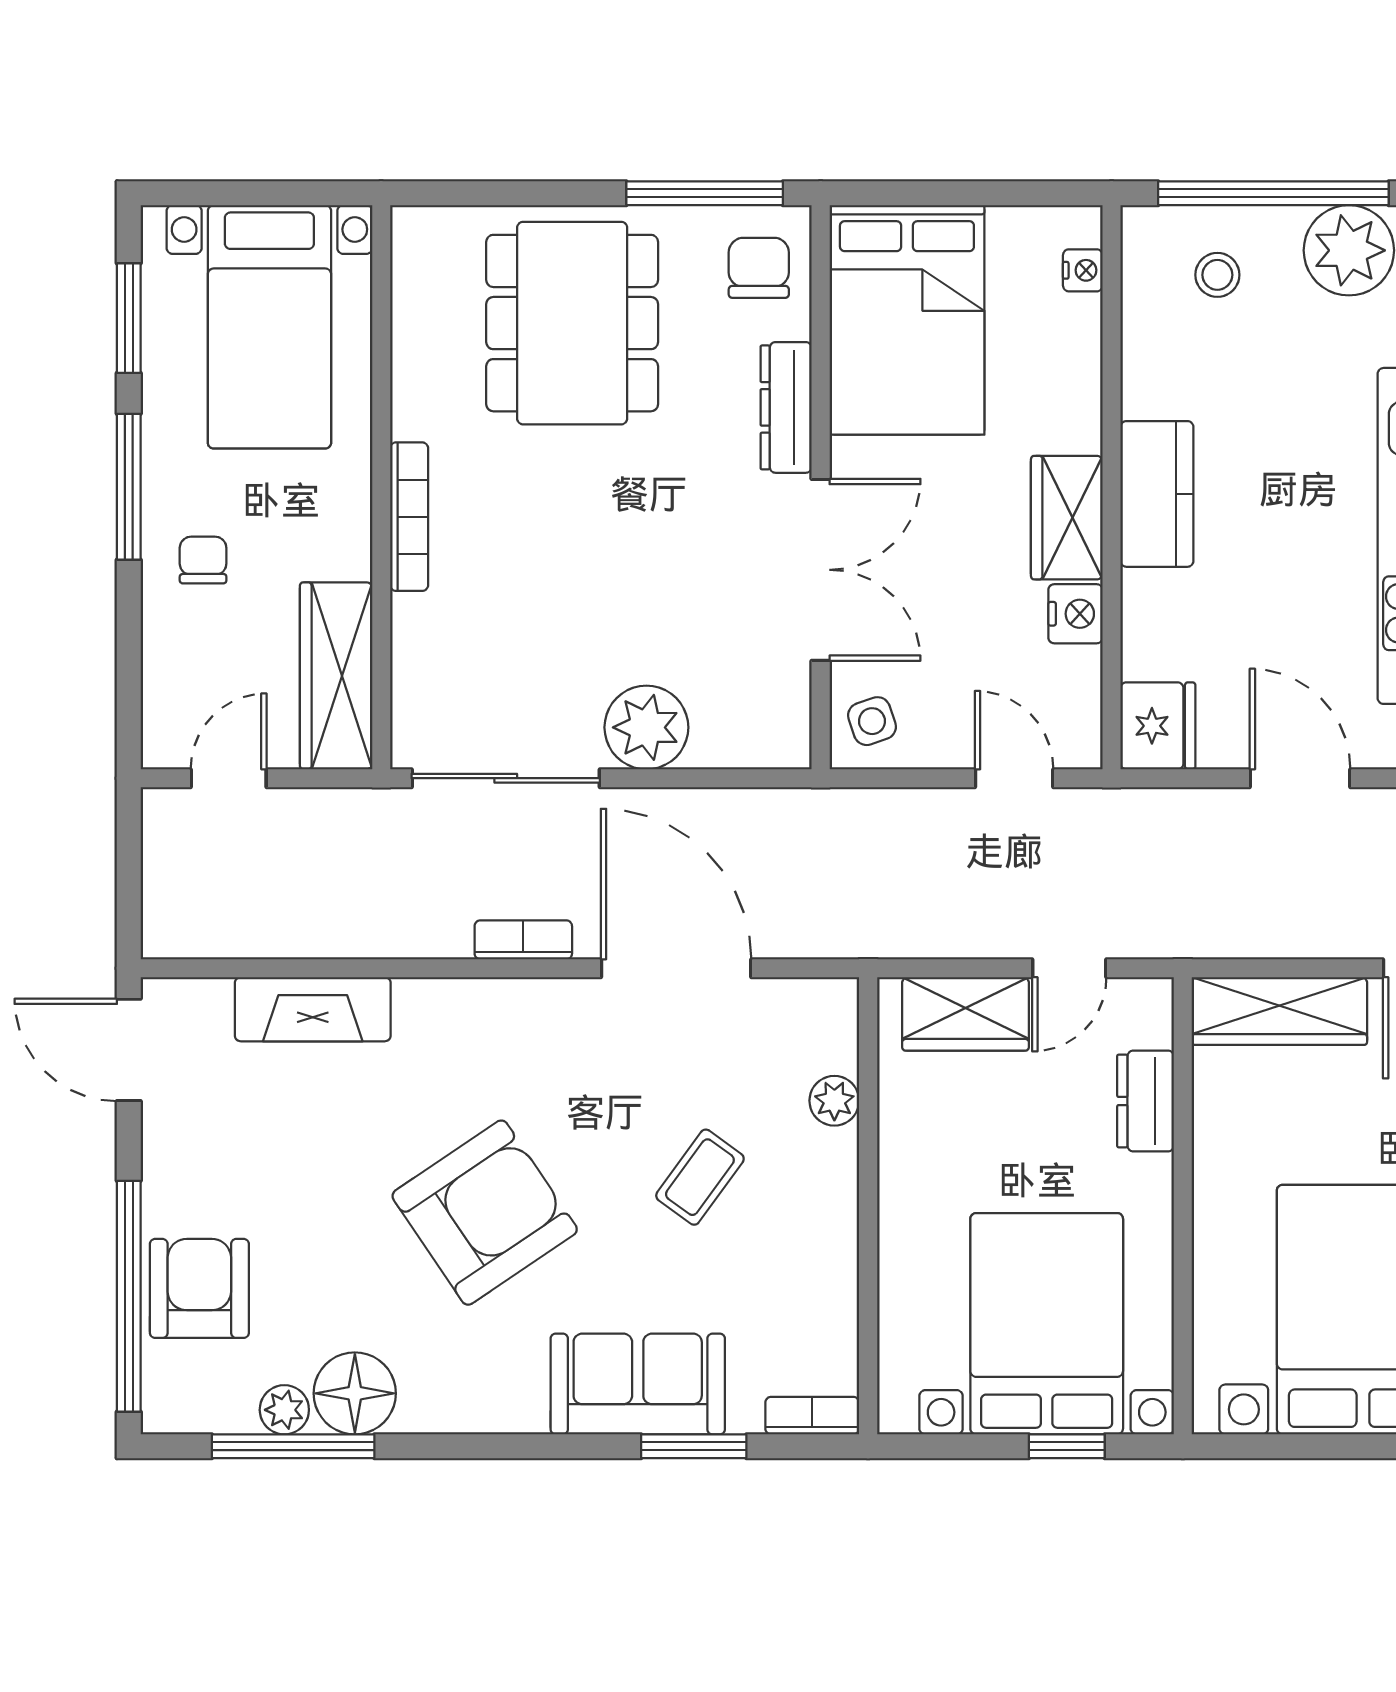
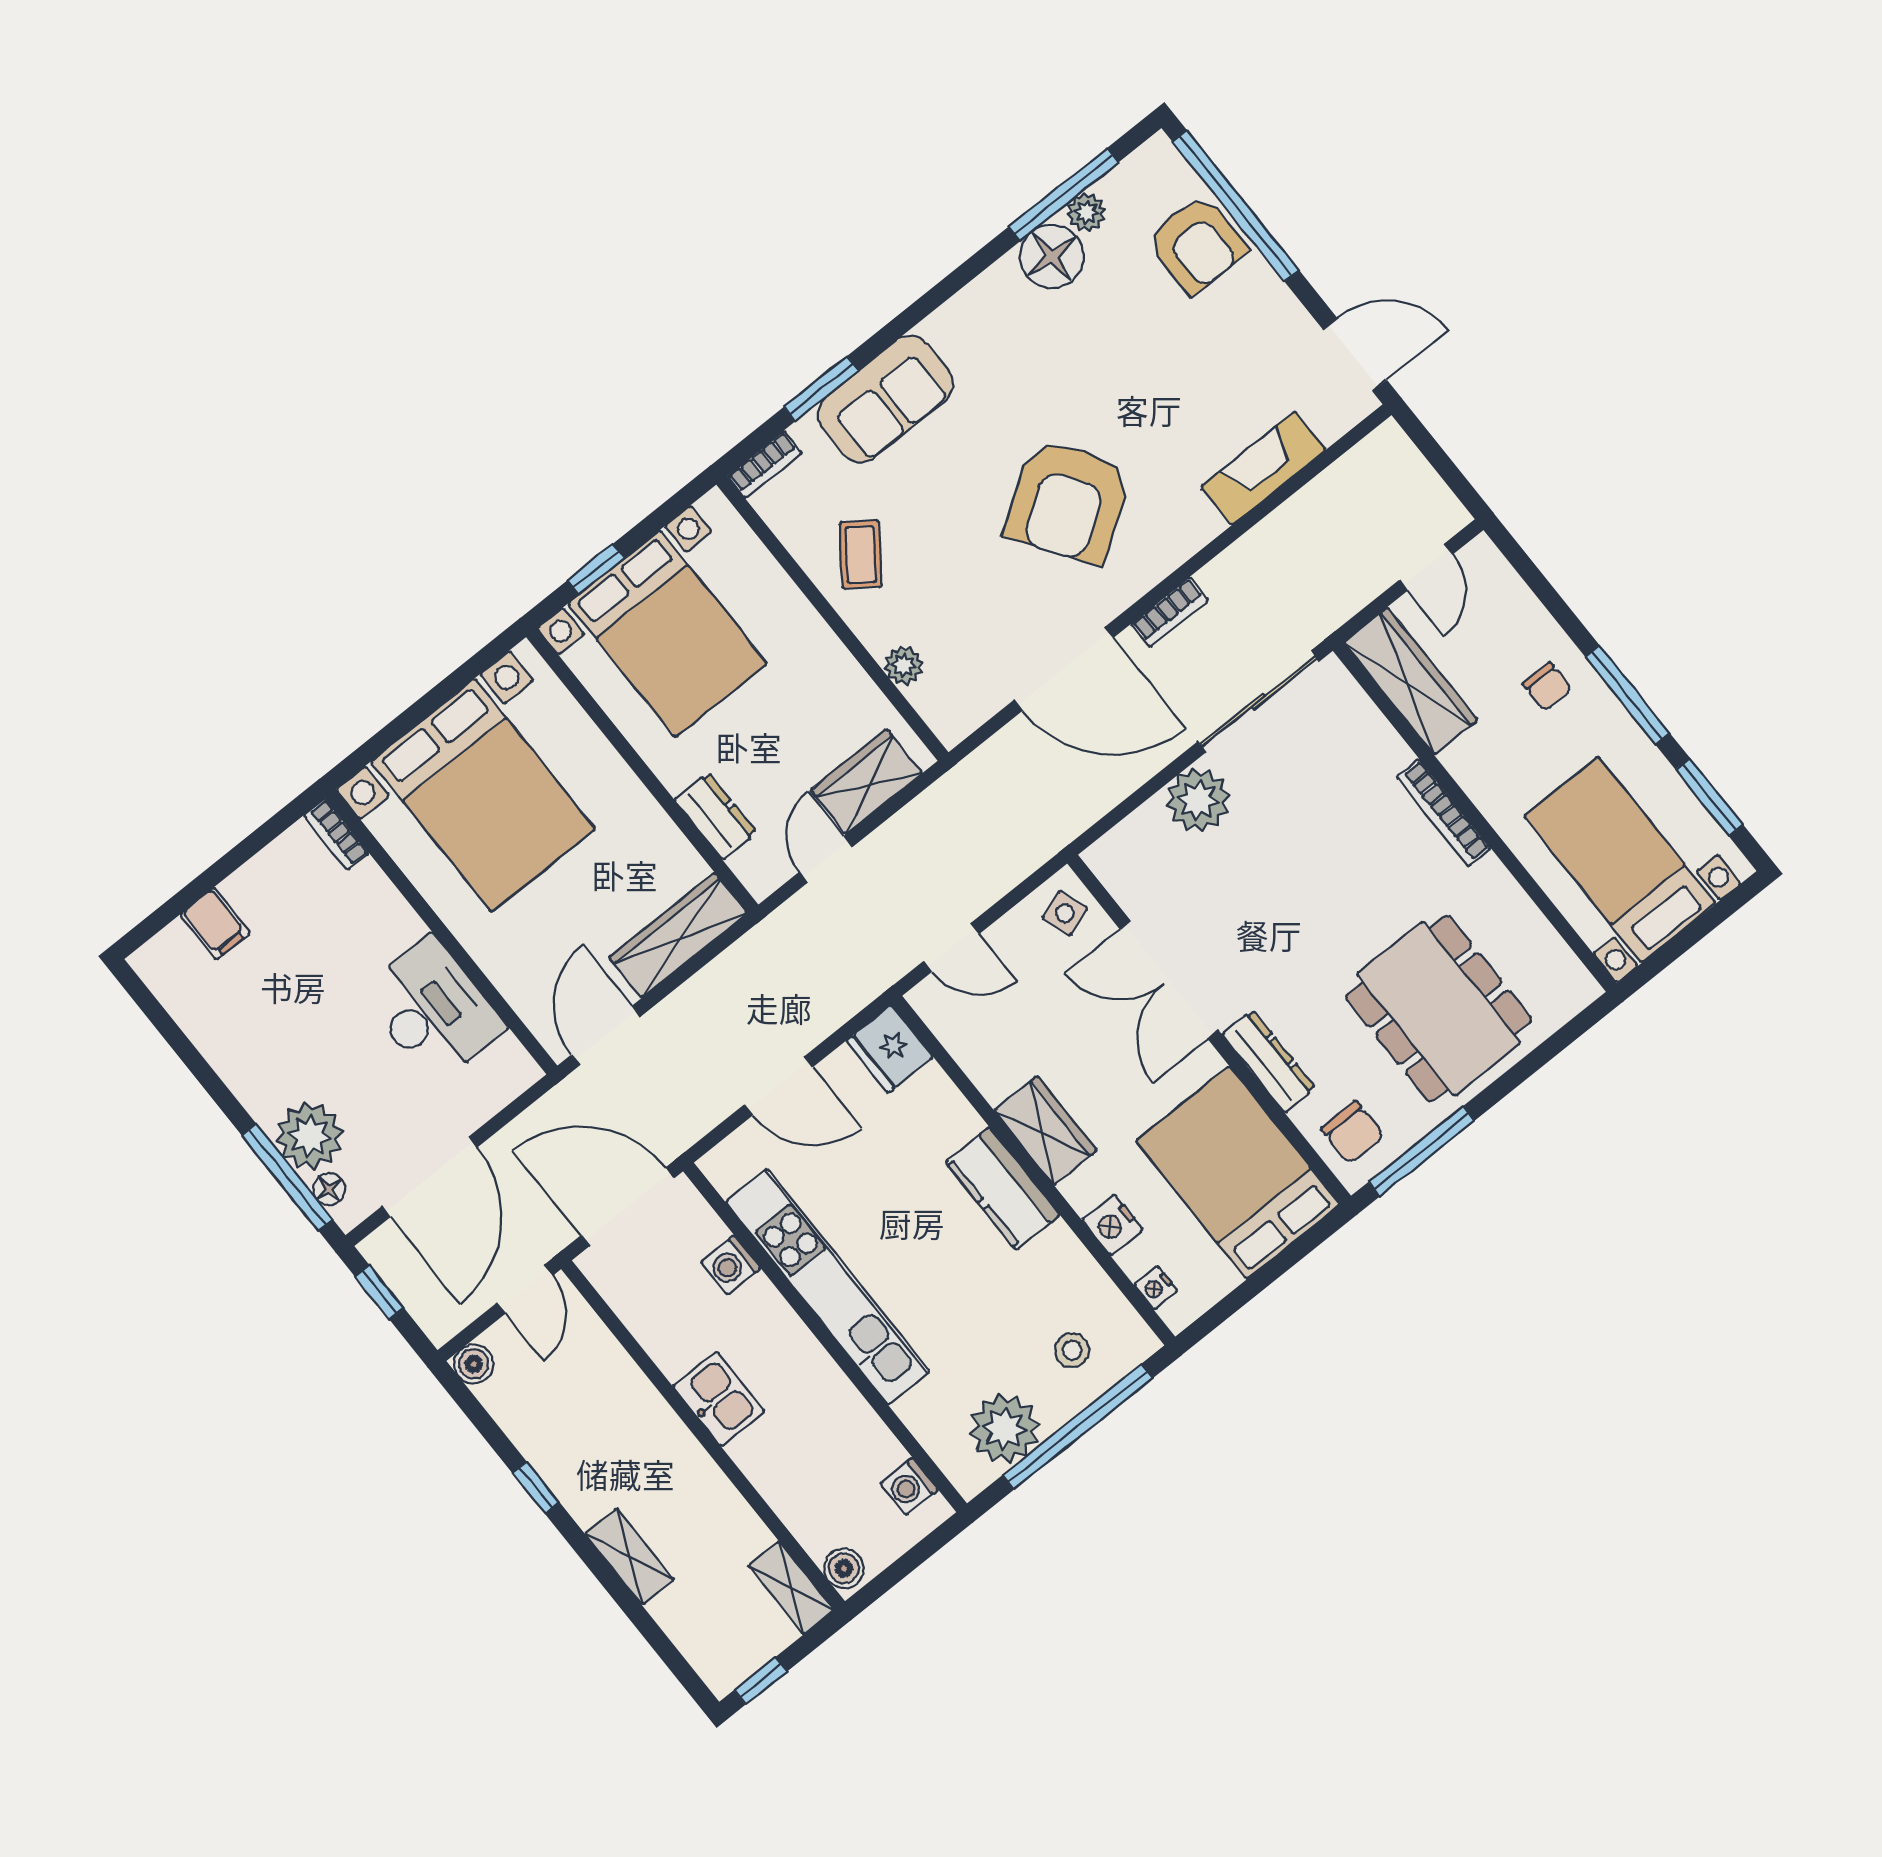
nightstand: (1075, 614) -> (1112, 1225), moved
coffee table: (700, 1177) -> (861, 555), moved
armchair: (485, 1213) -> (1068, 501), moved

